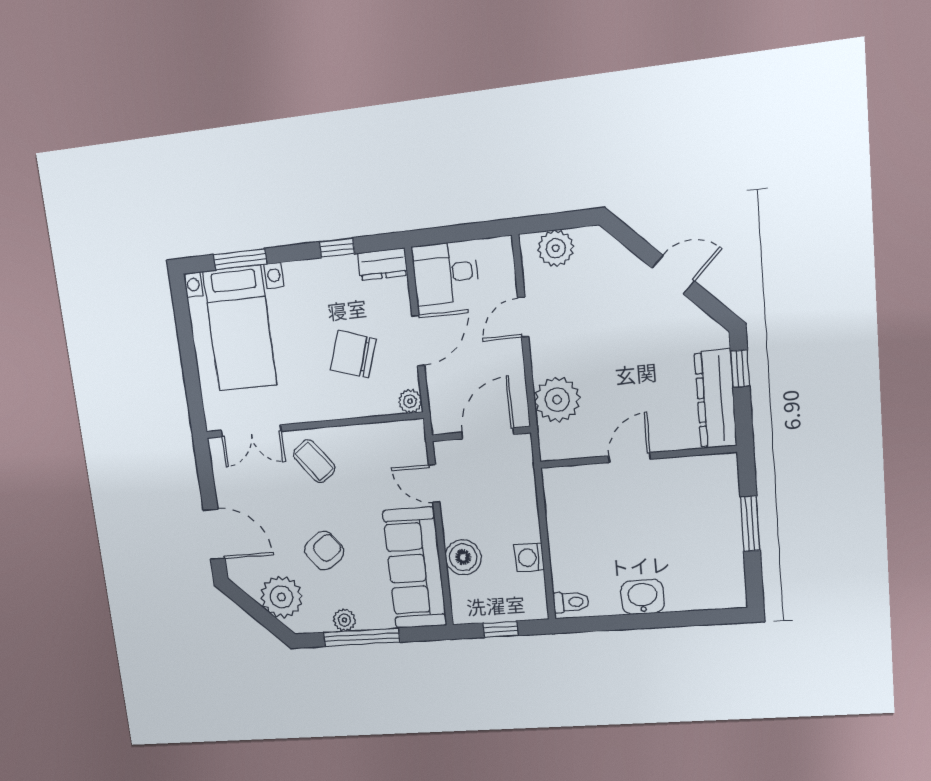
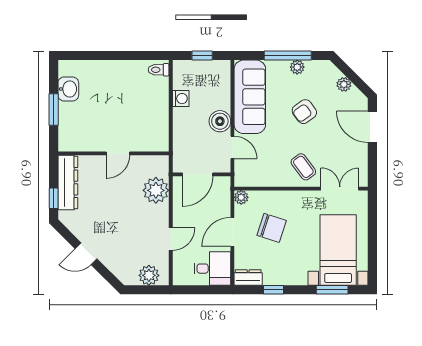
boiler: (463, 557) -> (220, 121), moved
plant: (281, 597) -> (344, 84), width x0.53, depth x0.53
washbasin: (643, 597) -> (68, 89), moved, turned -90

